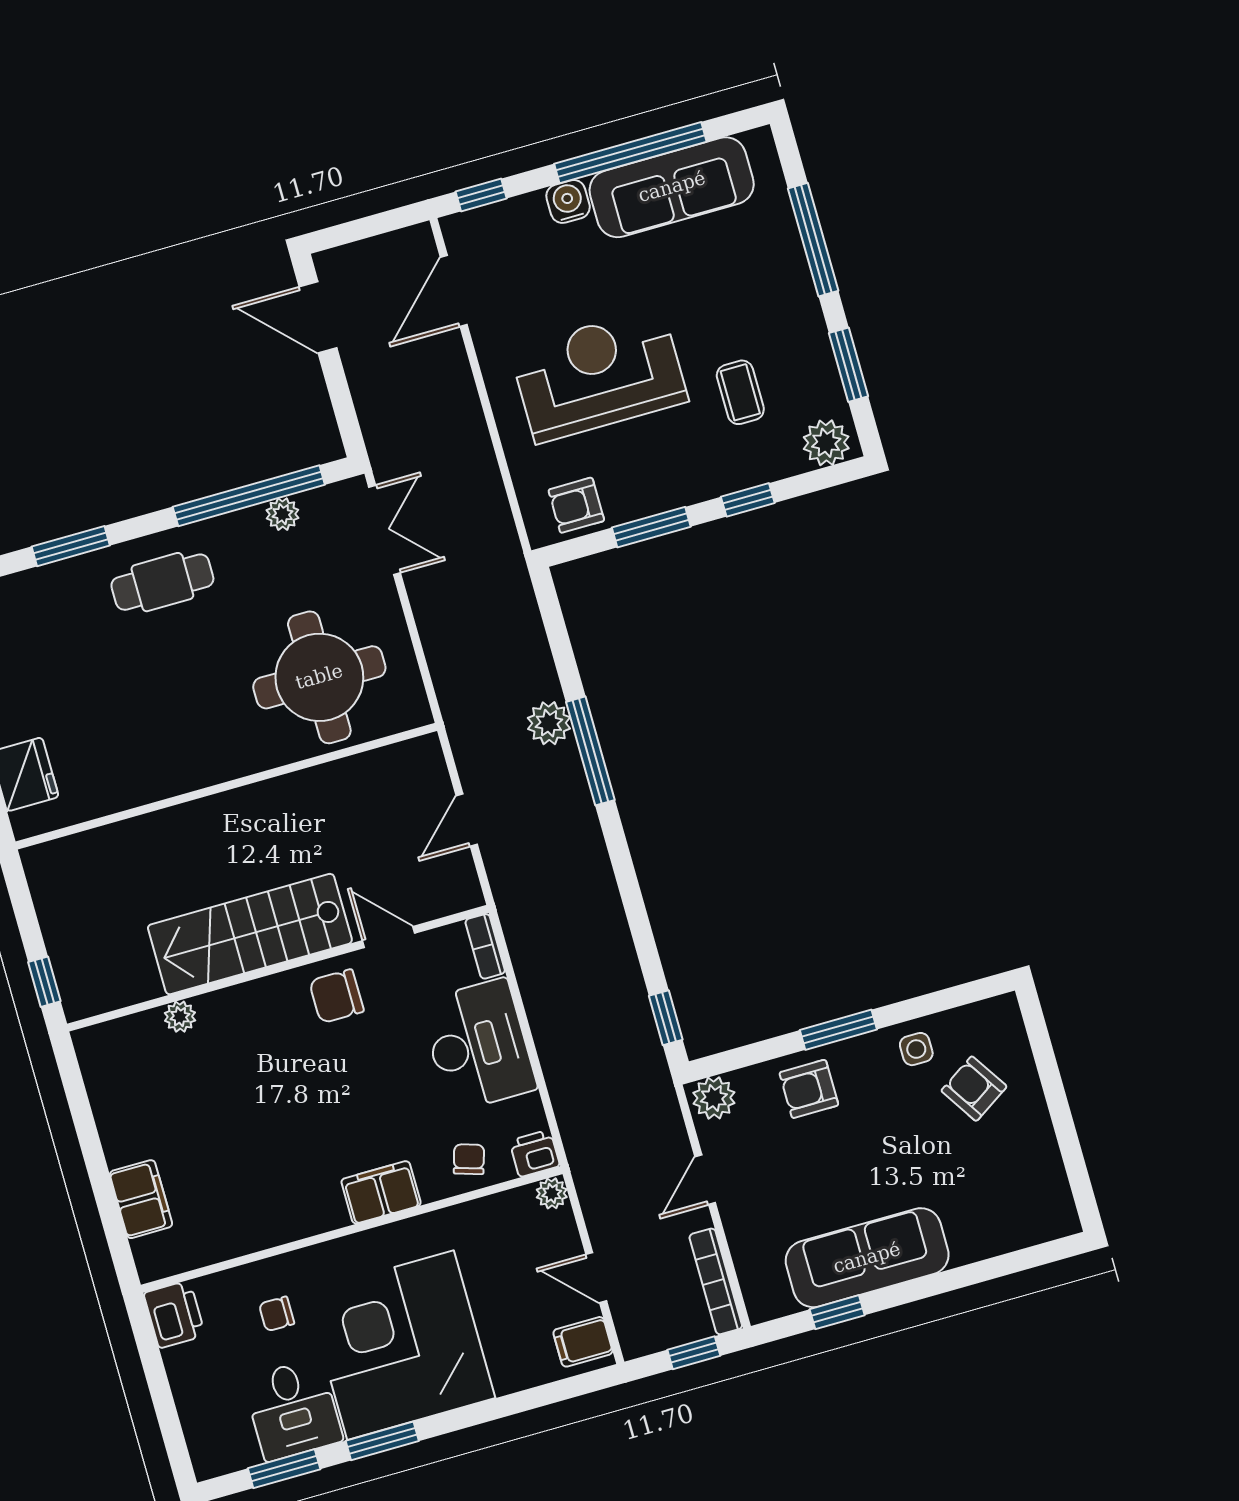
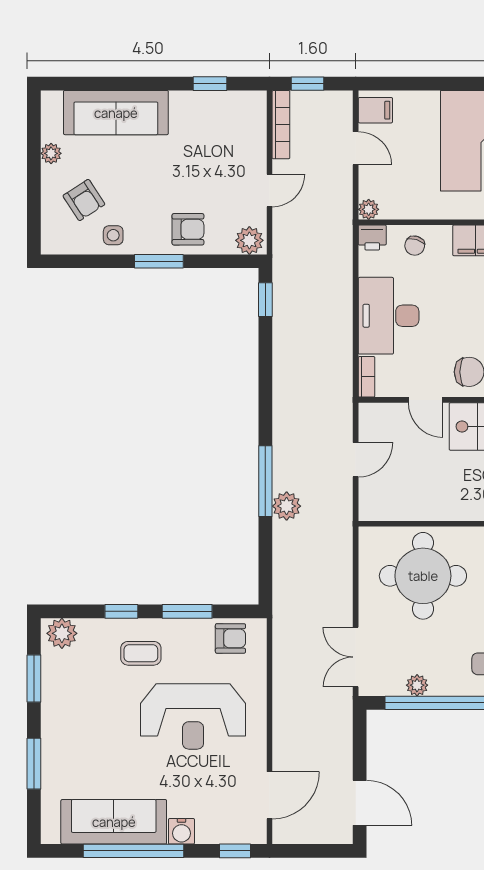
window: (813, 240) -> (34, 764), width x0.69
coffee table: (740, 392) -> (141, 653), moved, turned 90
plant: (1042, 1143) -> (51, 153), added
sofa: (867, 1258) -> (116, 113), moved

